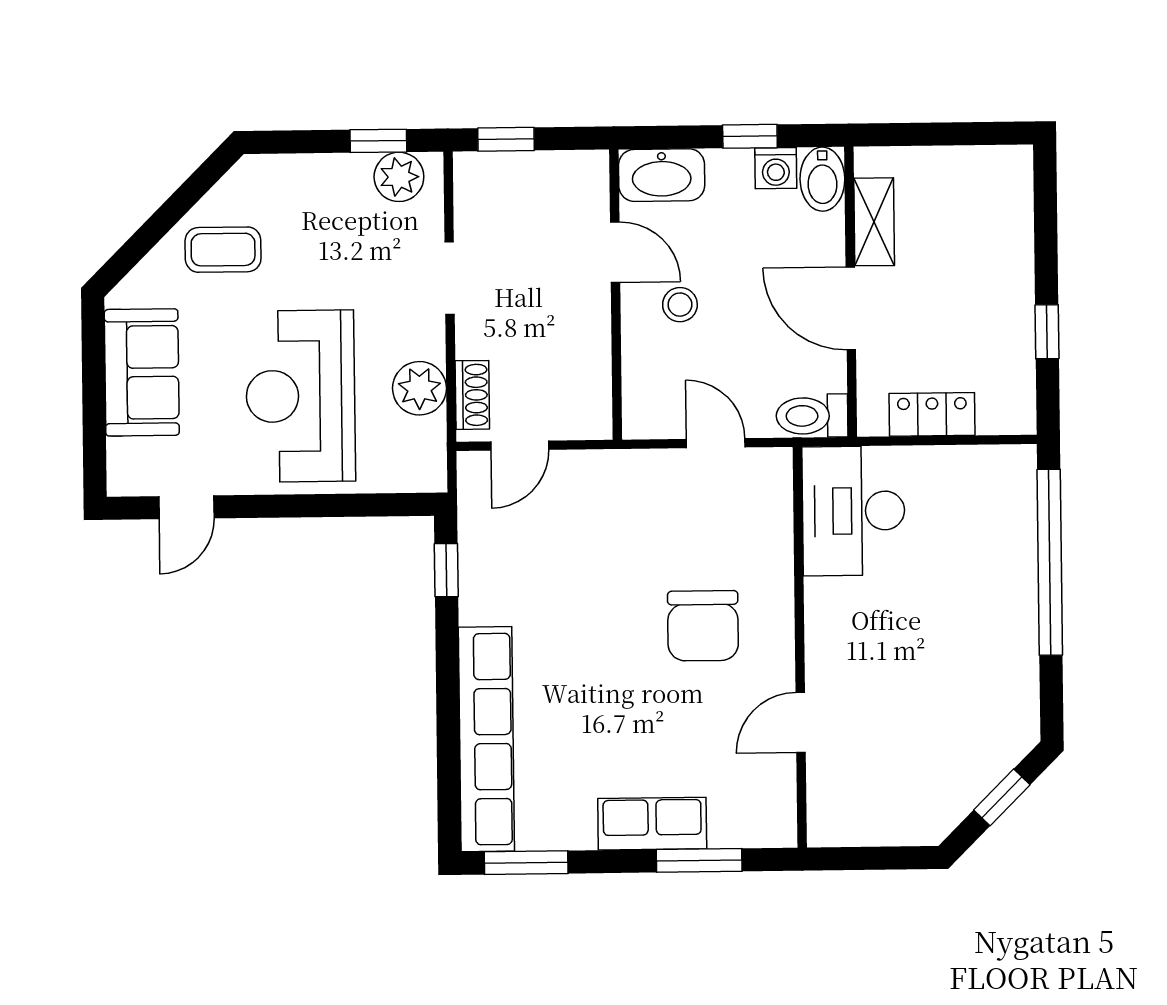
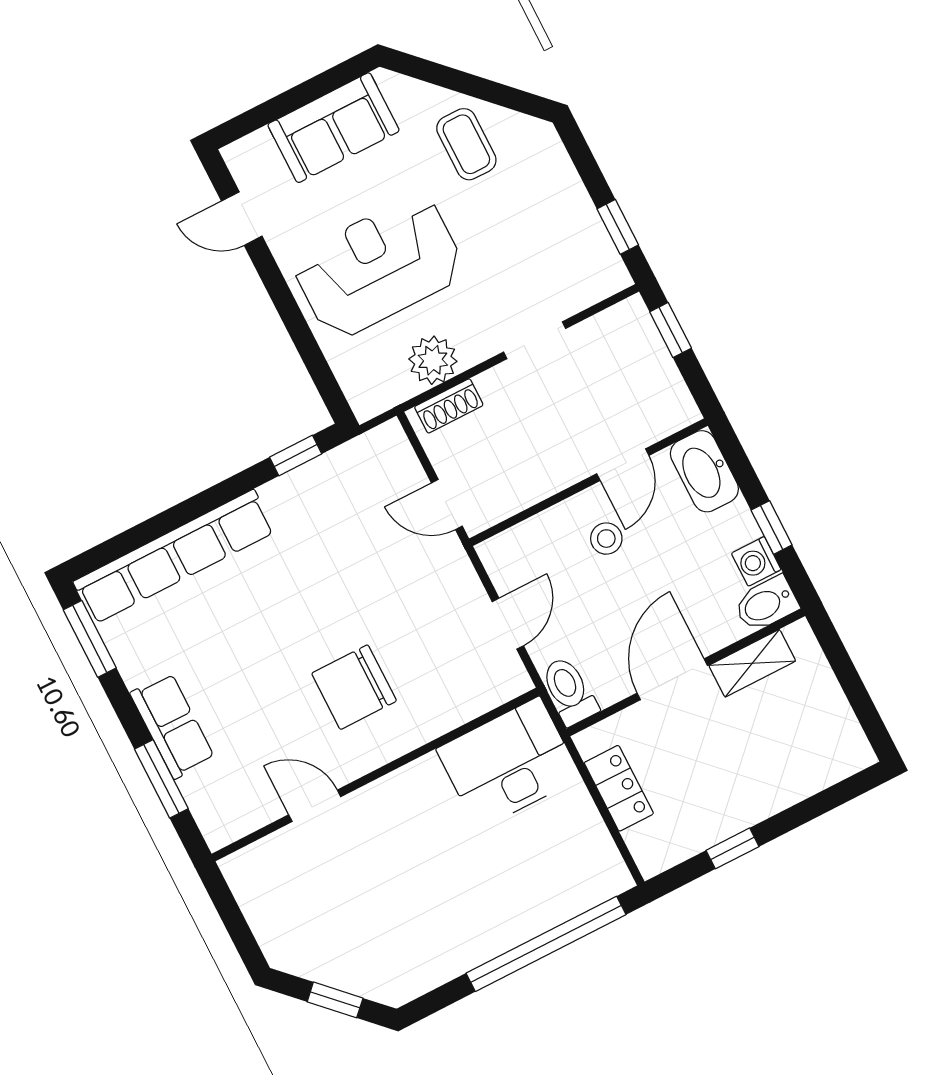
plant: (399, 177) -> (597, 258), removed
door: (520, 446) -> (447, 504), moved

